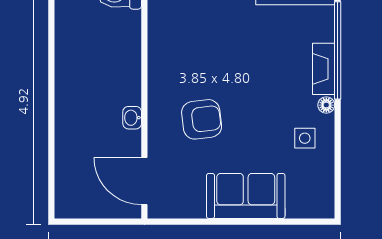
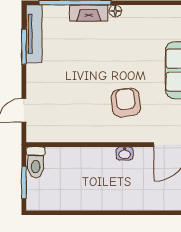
side table: (305, 138) -> (140, 27), removed

